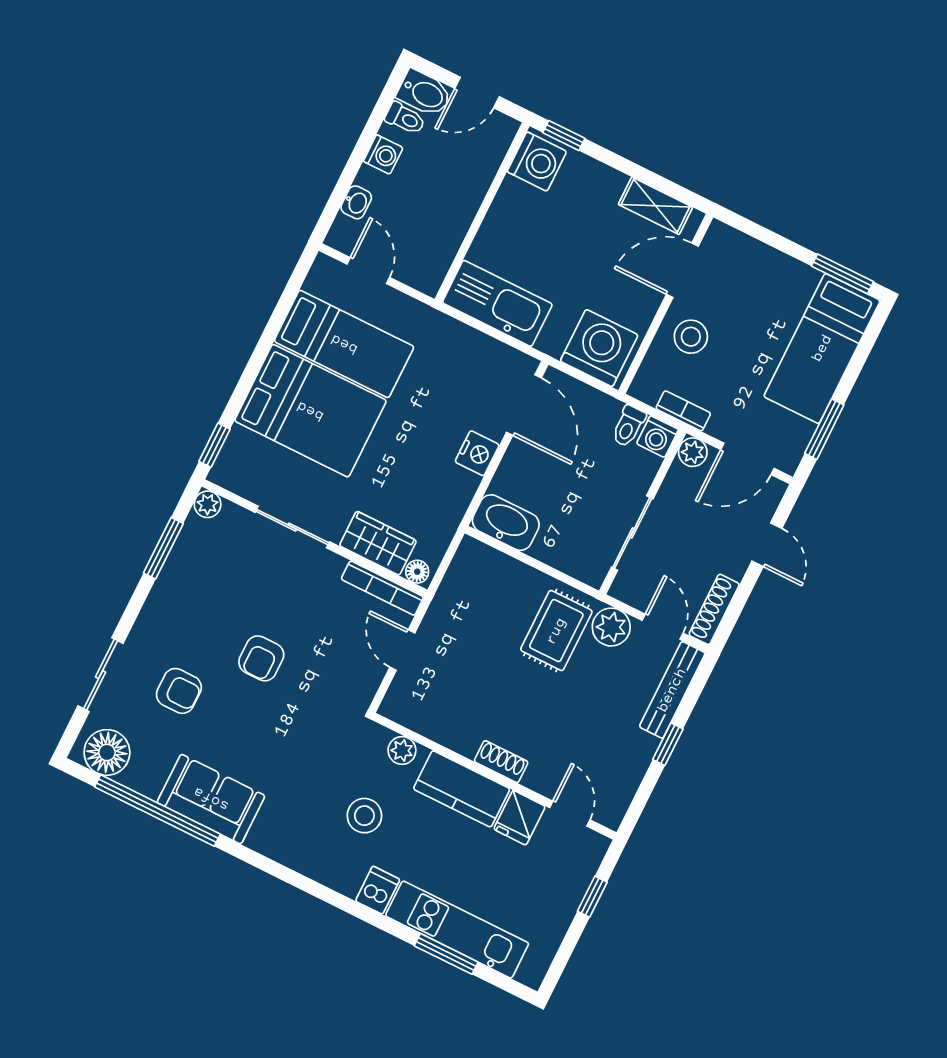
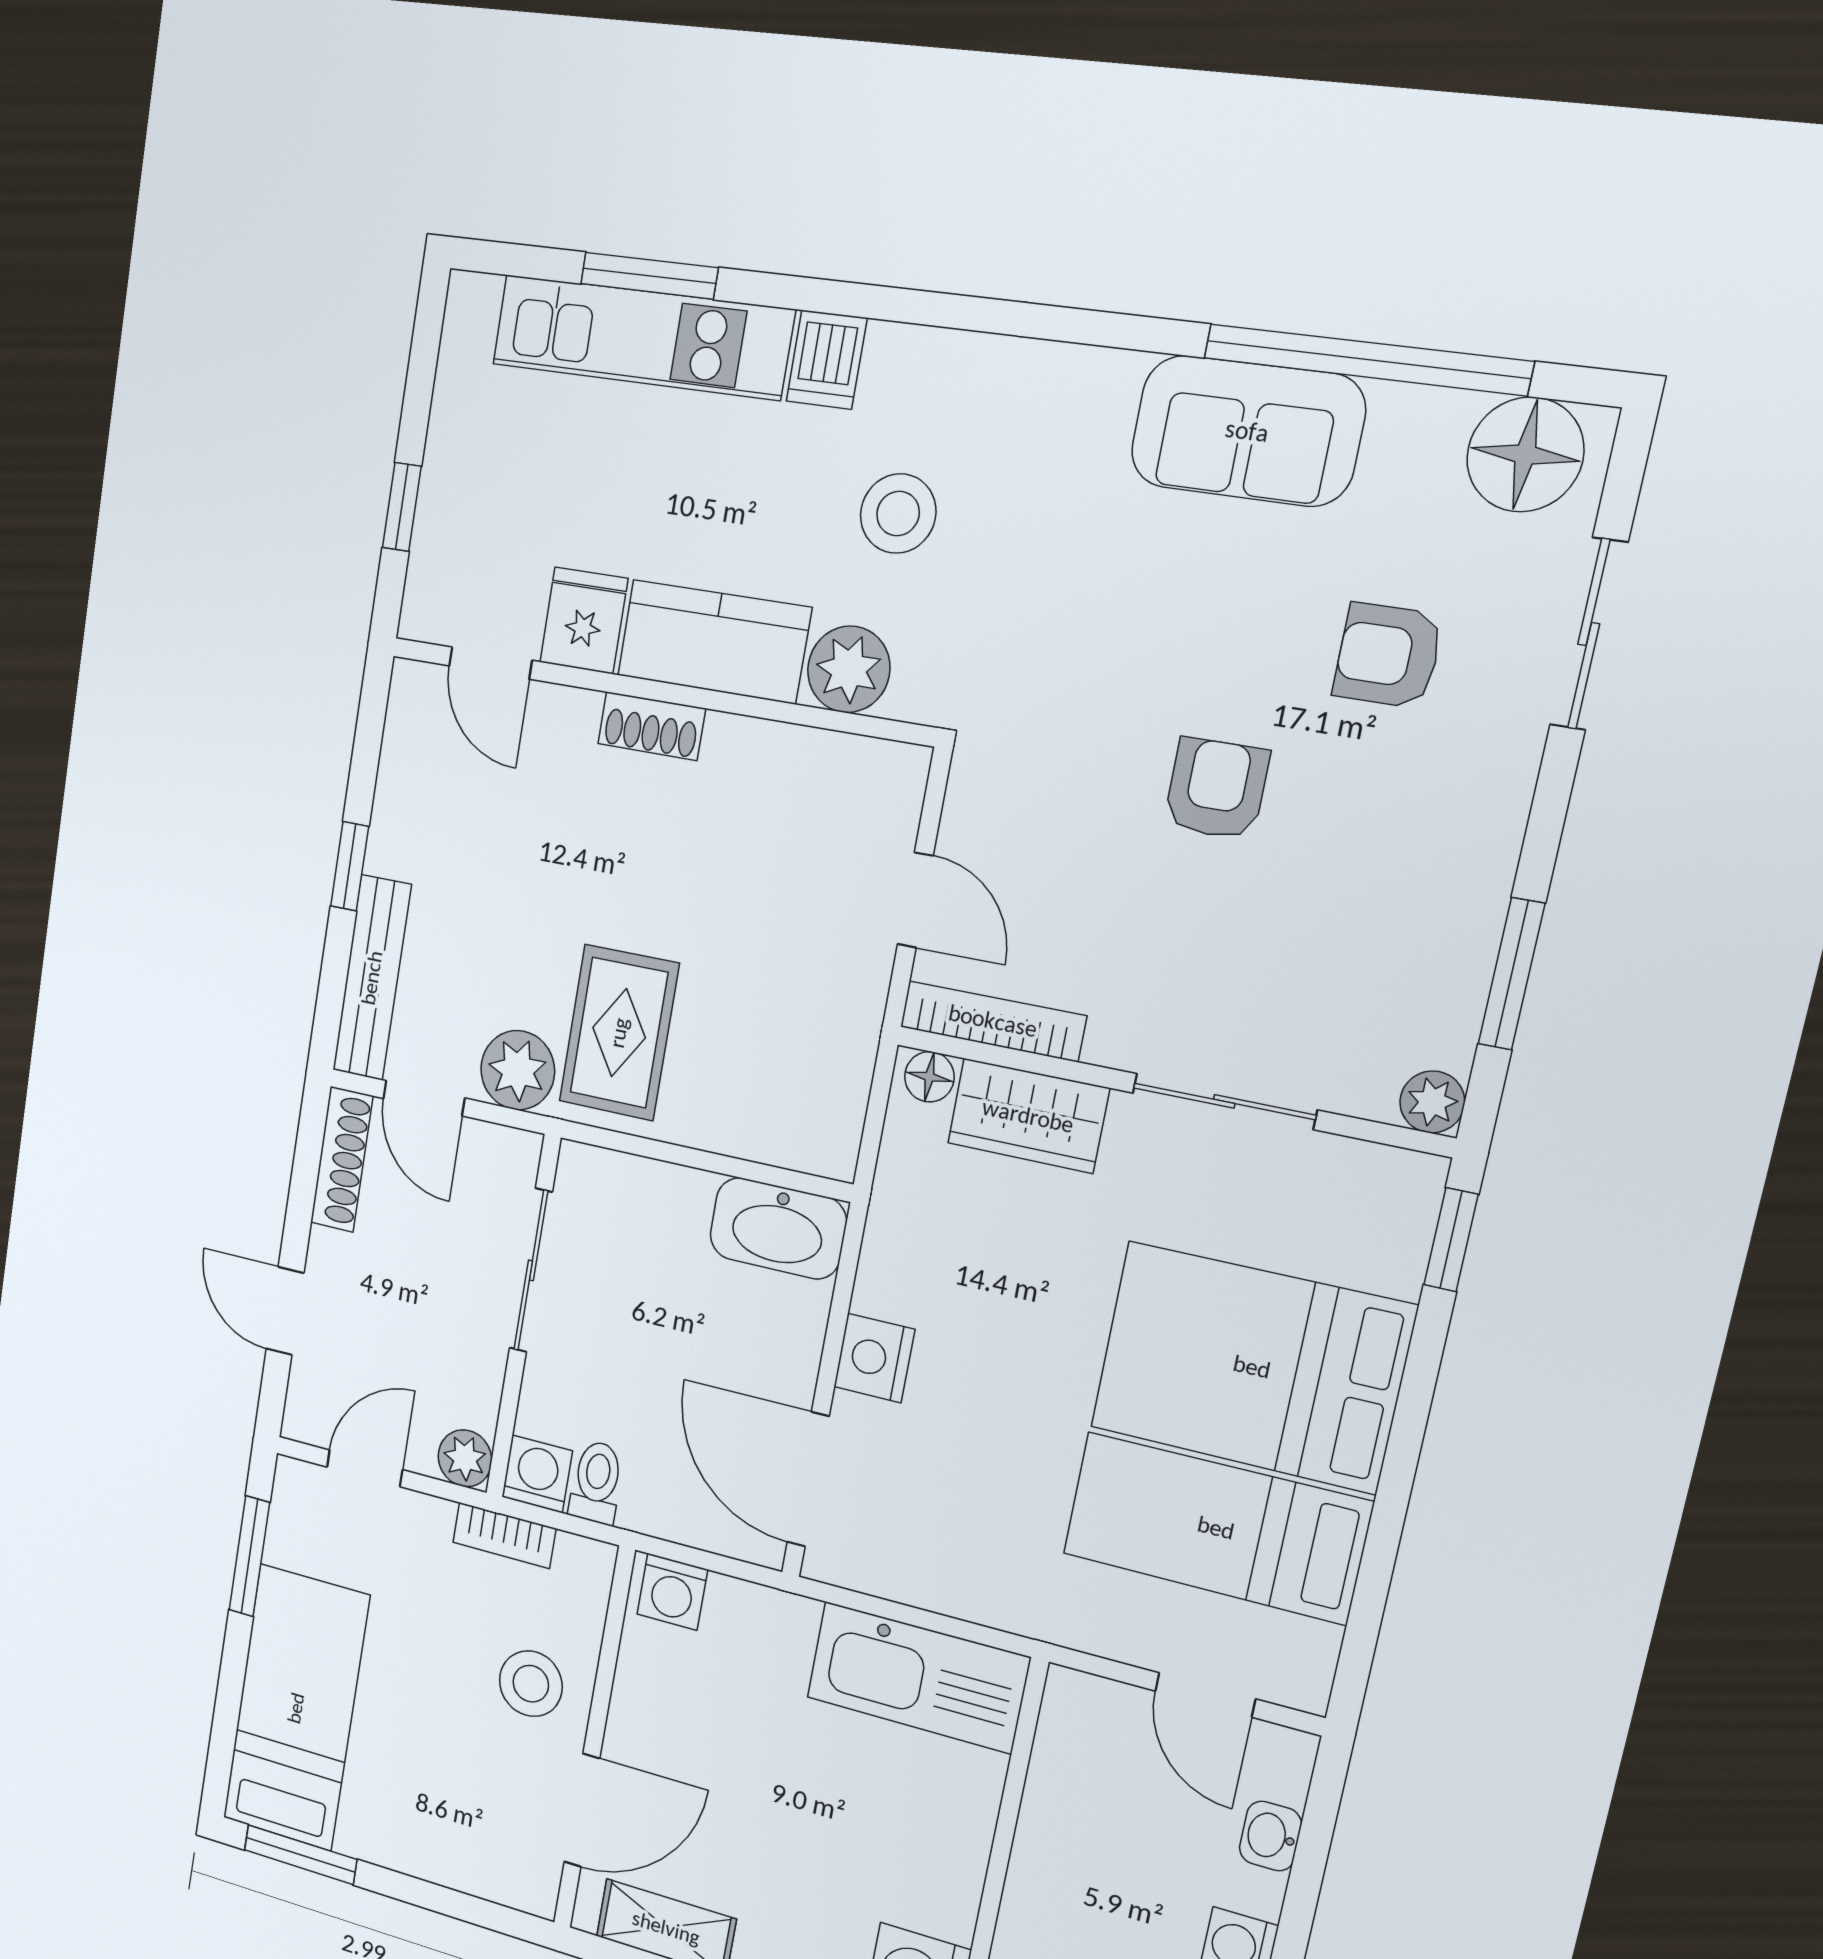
washing machine: (599, 348) -> (672, 1592), width x0.53, depth x0.53
door: (747, 459) -> (365, 1468), width x0.73
plant: (402, 750) -> (849, 669), width x1.38, depth x1.38

